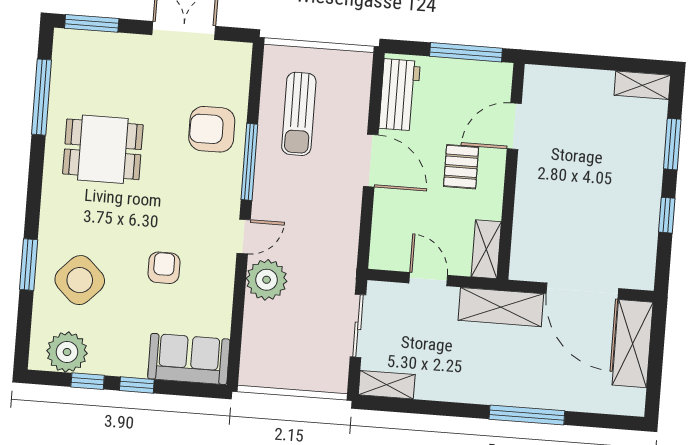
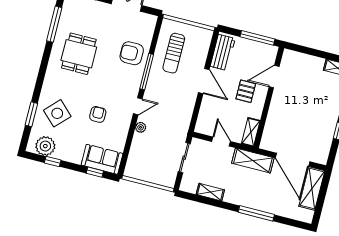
dining table: (103, 149) -> (79, 54), turned 90
window: (29, 265) -> (31, 114), moved
plant: (267, 280) -> (141, 127), width x0.53, depth x0.53
window: (137, 385) -> (95, 172), moved
shelving: (387, 385) -> (210, 192), moved

